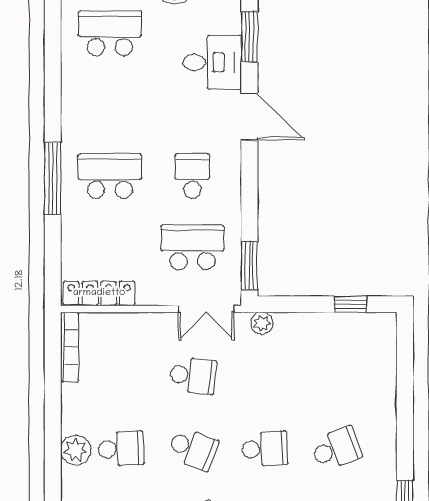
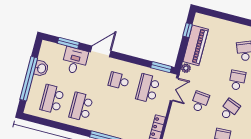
school desk: (110, 176) -> (81, 107), moved
piano: (320, 332) -> (196, 45), added

